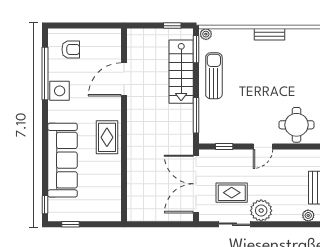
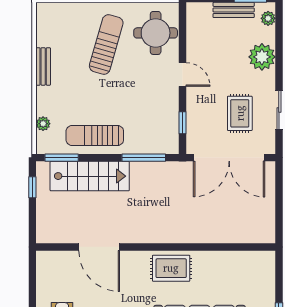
plant: (206, 34) -> (43, 124), moved
sun lounger: (287, 85) -> (106, 44), added
plant: (261, 210) -> (262, 57), moved

